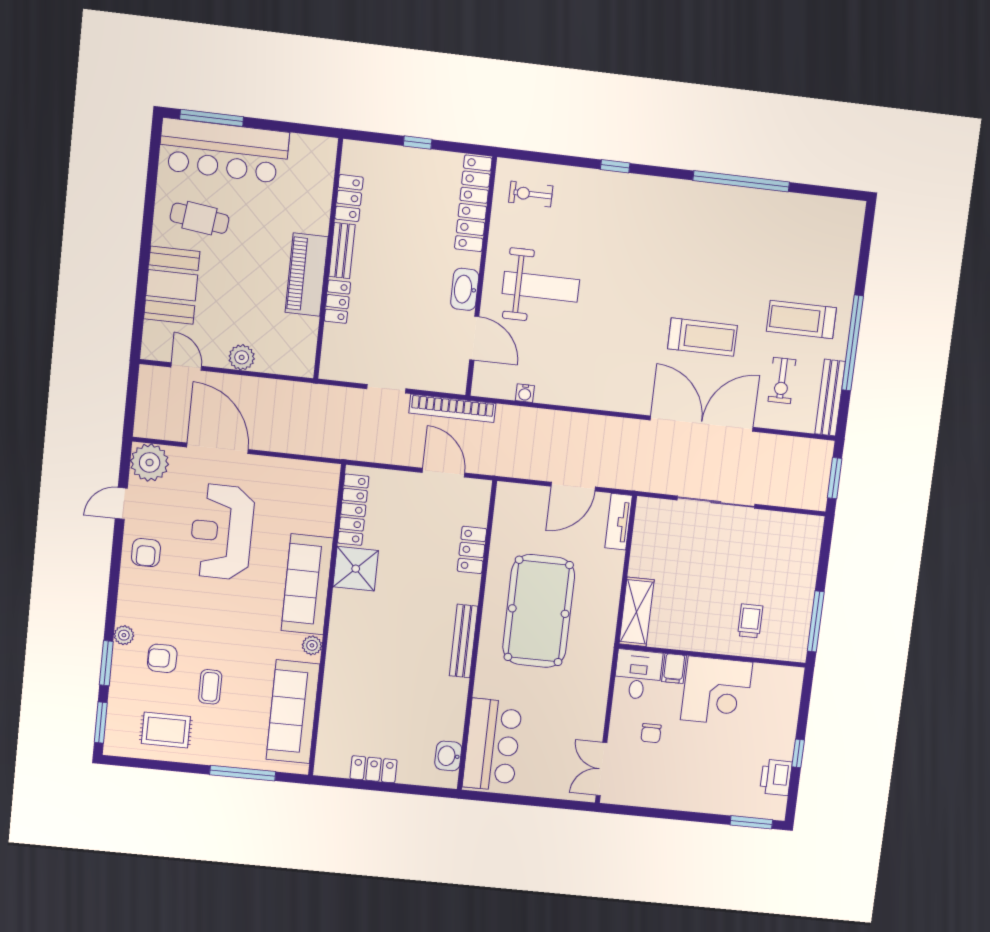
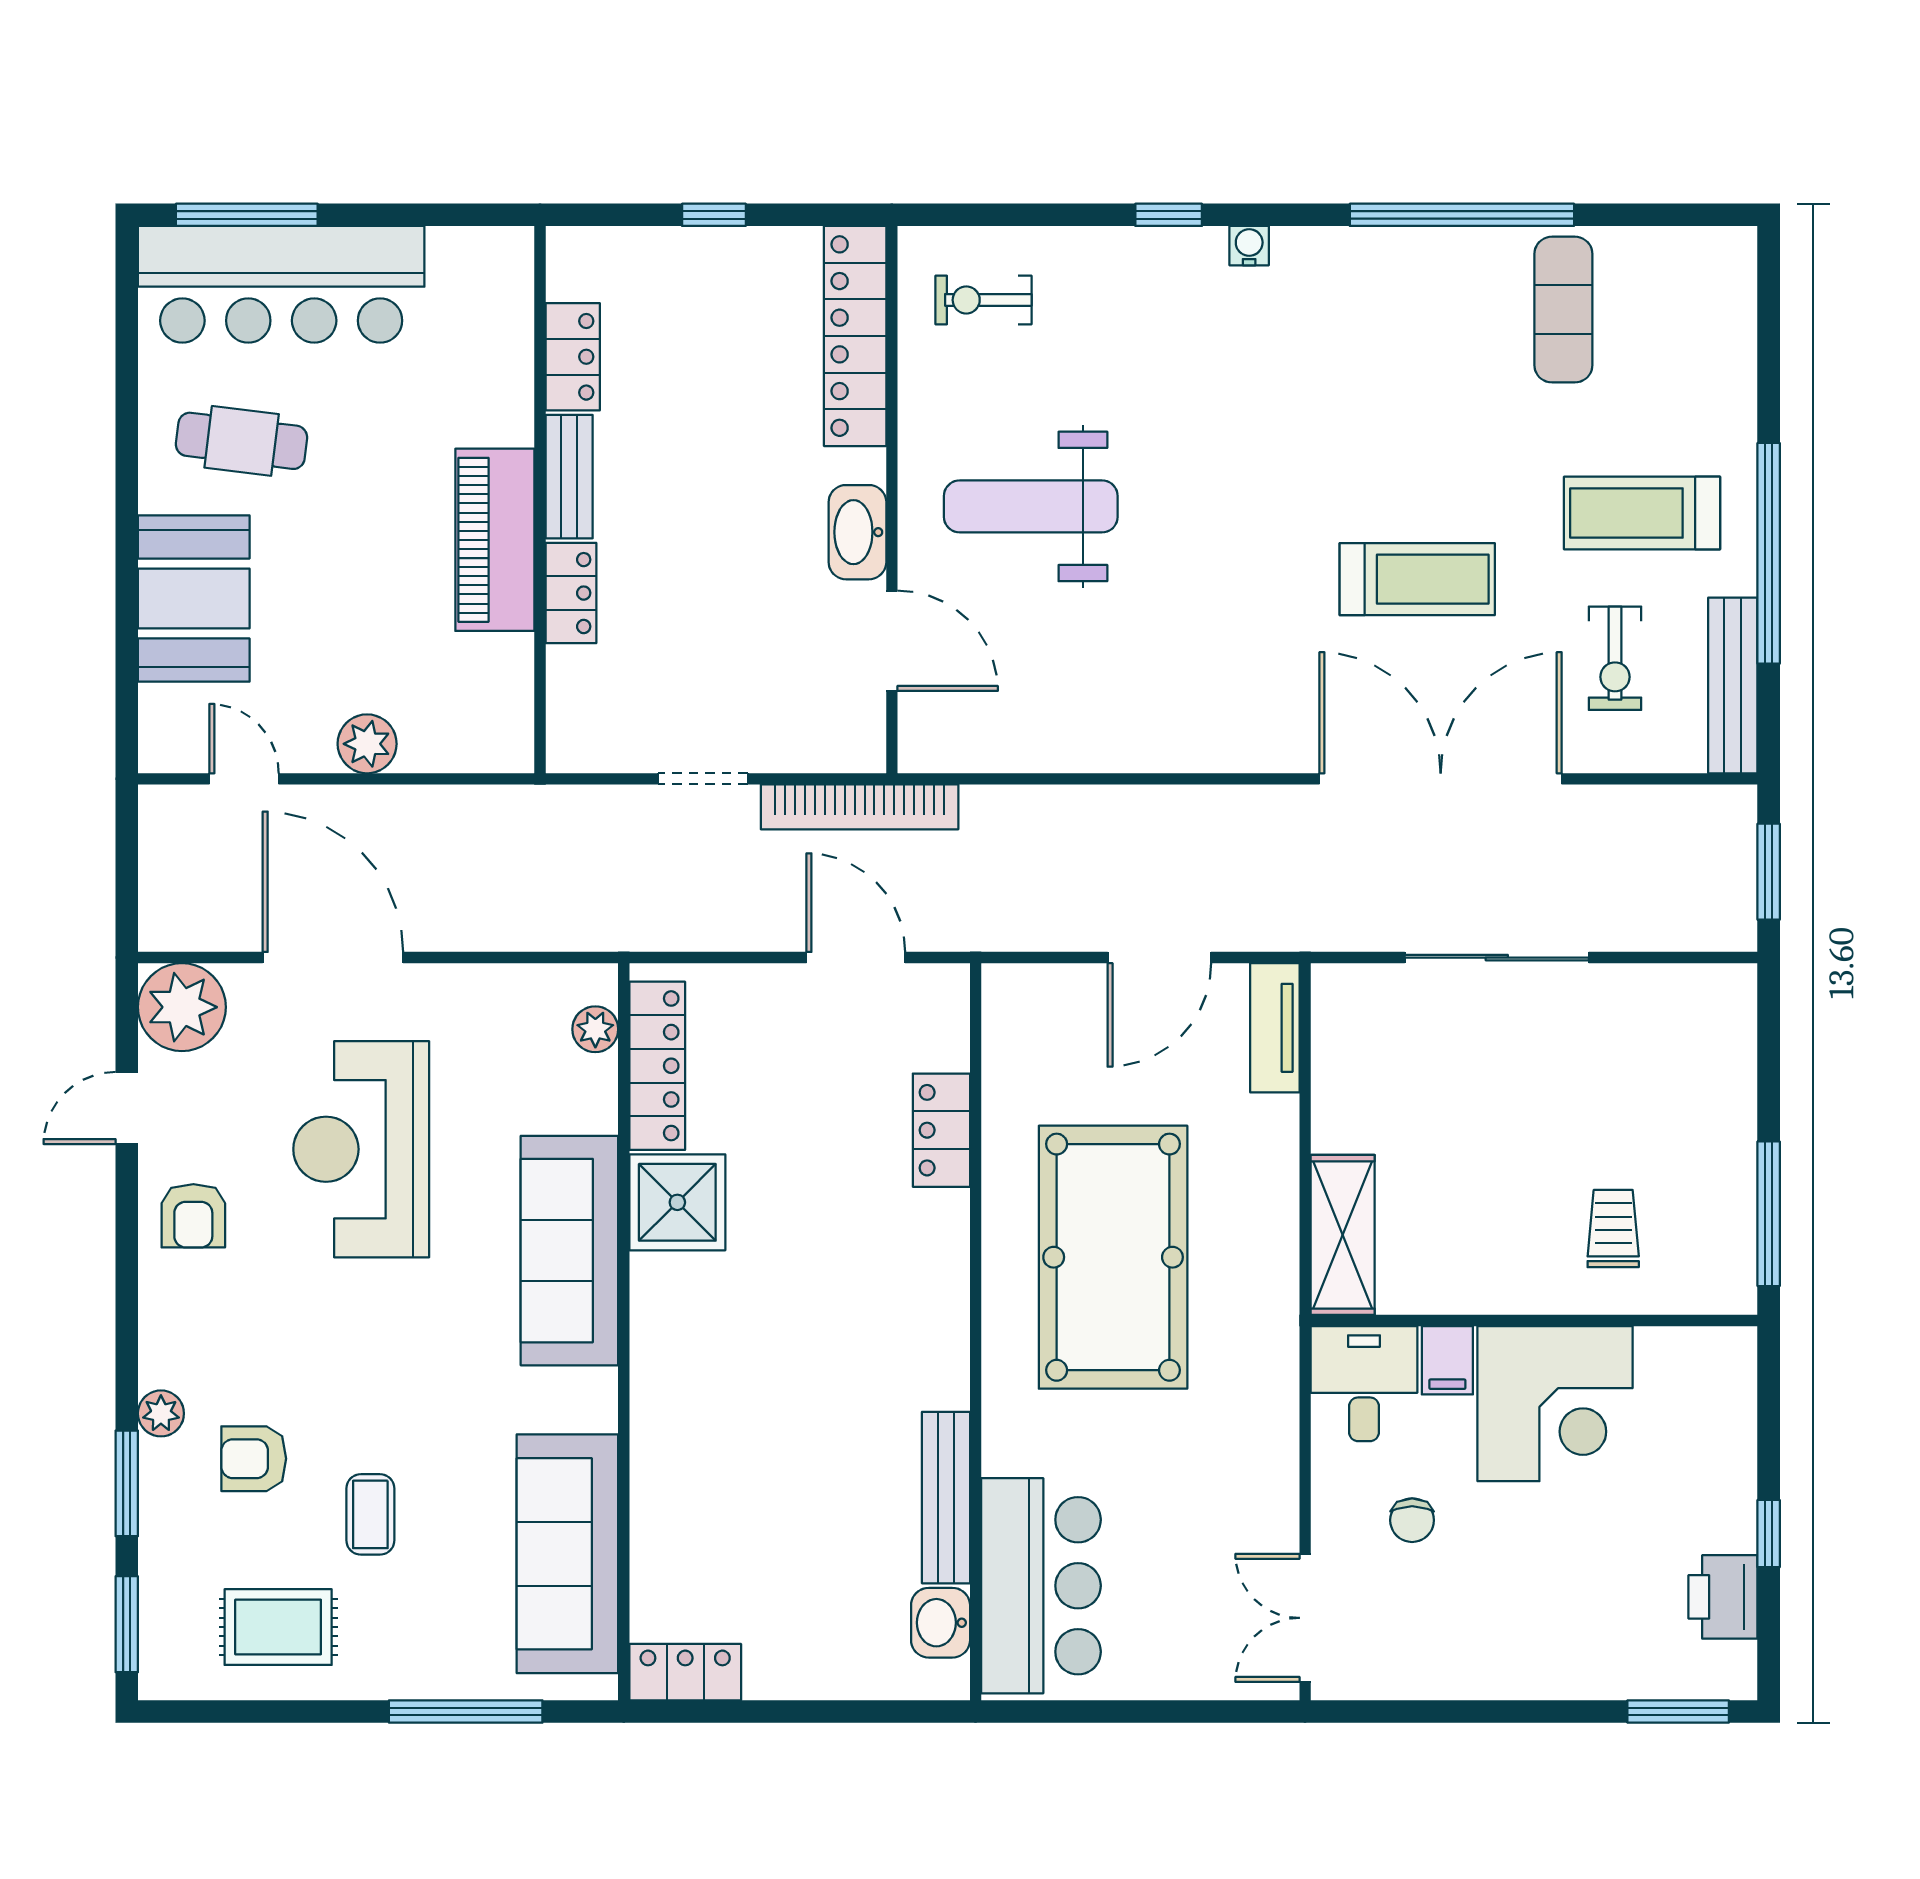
exercise mat: (779, 228) -> (1563, 310), added
weight bench: (541, 287) -> (1031, 506), turned 180
water cooler: (525, 393) -> (1249, 246), moved, turned 180
bench: (464, 641) -> (946, 1498), moved
plant: (312, 645) -> (595, 1029), moved
locker: (374, 769) -> (685, 1672), moved

